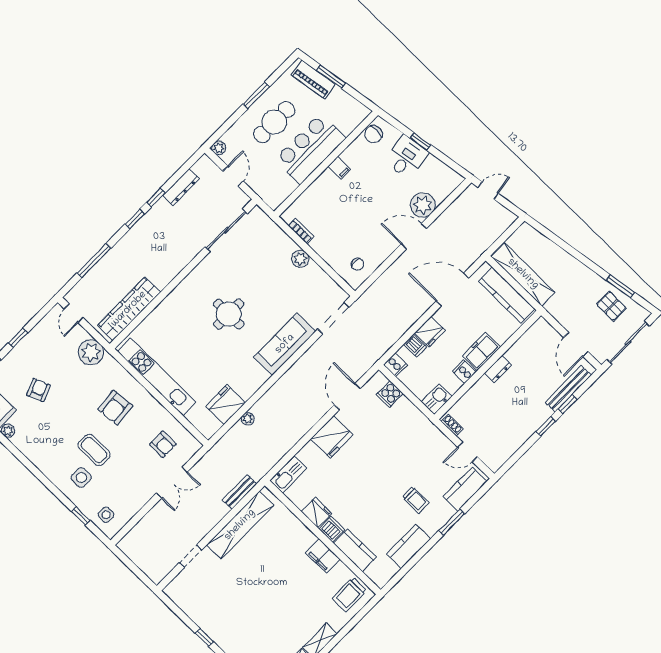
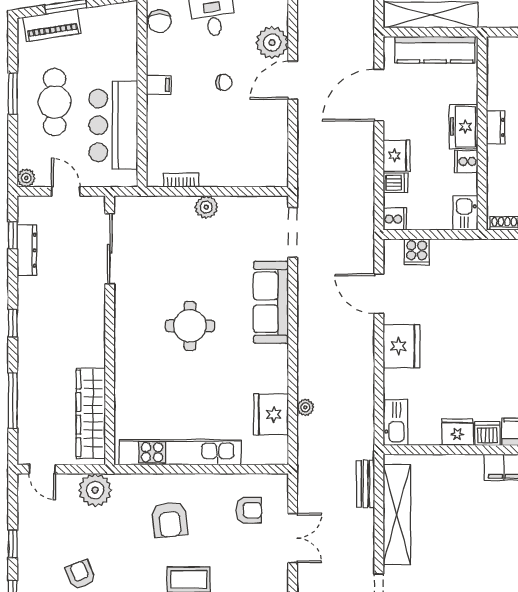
bar counter: (310, 149) -> (113, 125), moved
window: (156, 198) -> (13, 235), moved
chair: (358, 264) -> (224, 82), moved

